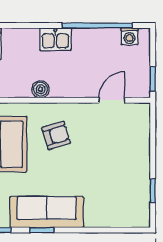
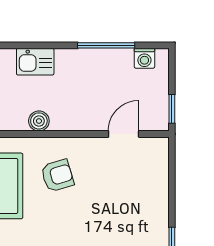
window: (97, 25) -> (106, 45), width x0.68
kitchen sink: (55, 39) -> (35, 62), moved

